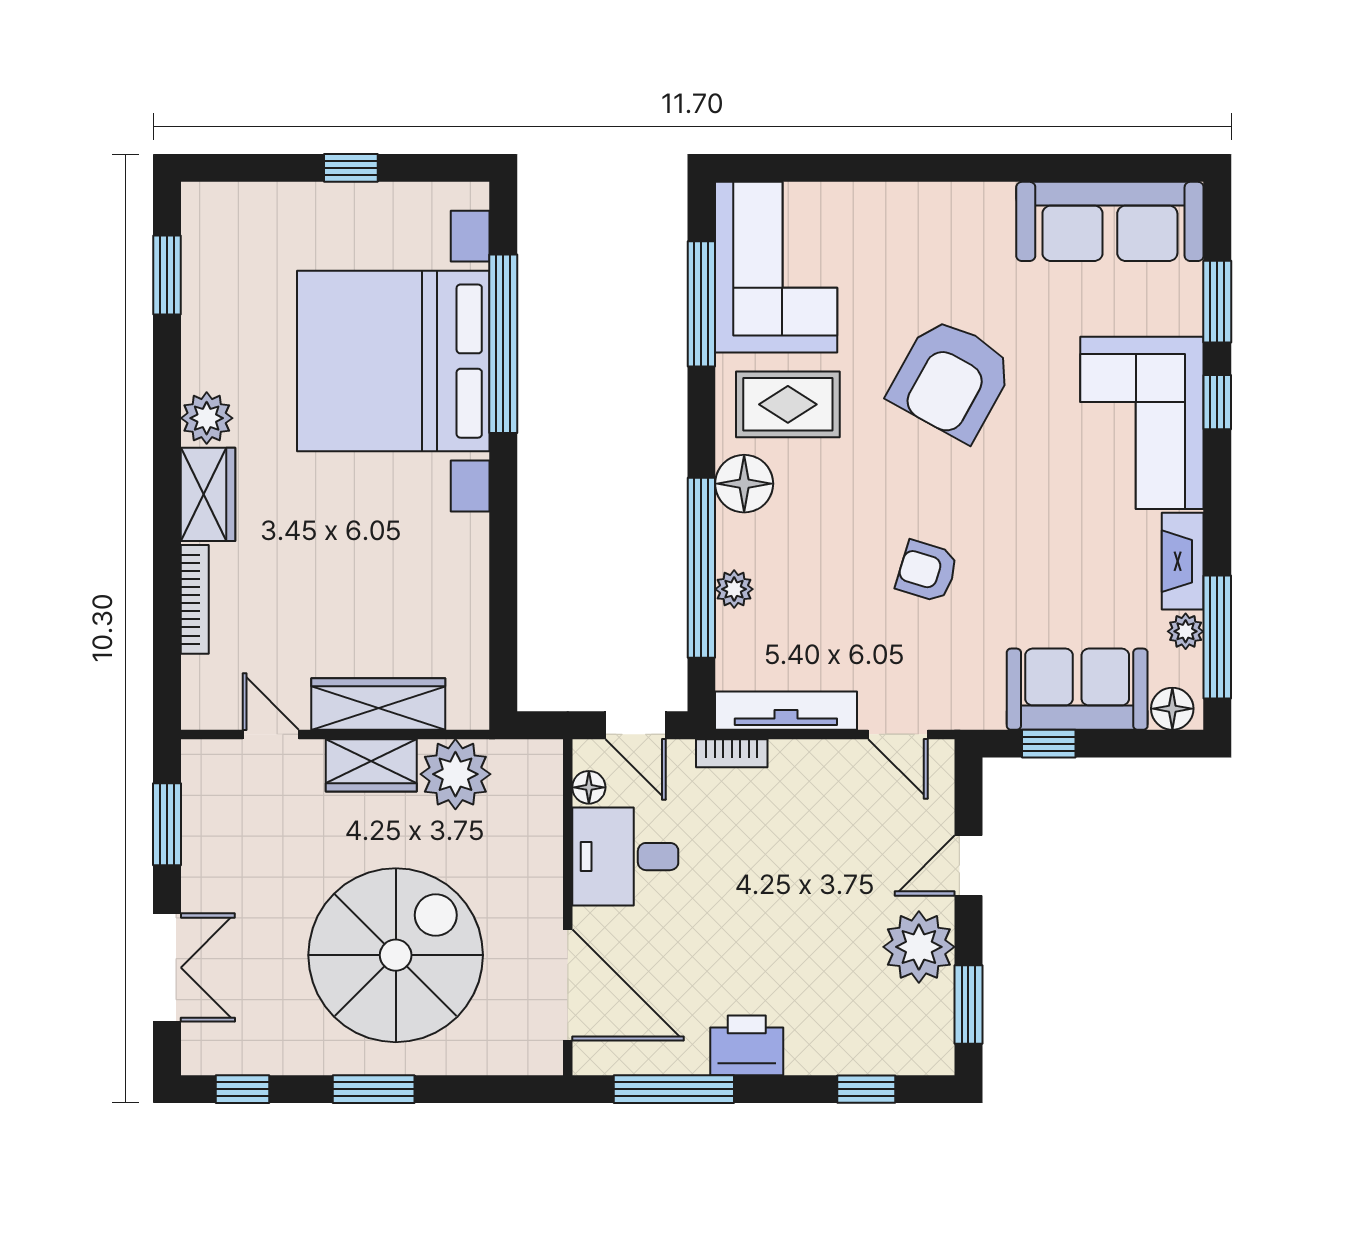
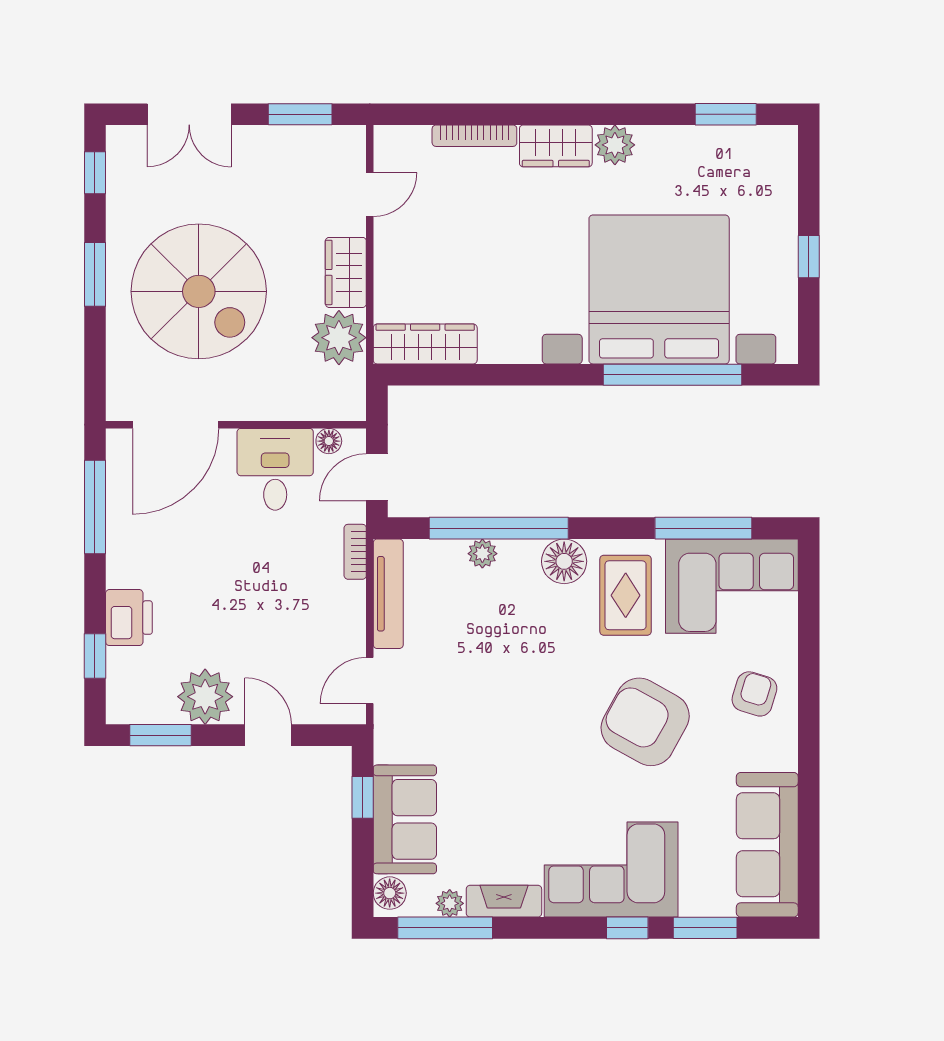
armchair: (927, 571) -> (754, 694), moved
wardrobe: (378, 704) -> (425, 344), moved, turned -90
printer: (747, 1045) -> (129, 618), moved

